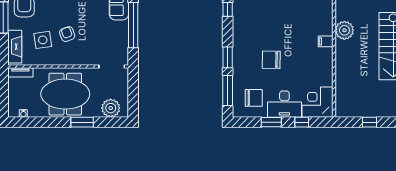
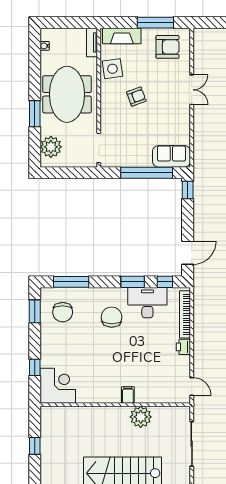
side table: (43, 40) -> (112, 69), moved
window: (228, 57) -> (133, 282), moved
chair: (271, 60) -> (112, 317), moved
desk: (284, 104) -> (147, 303), moved, turned 90
window: (271, 122) -> (35, 311), moved

